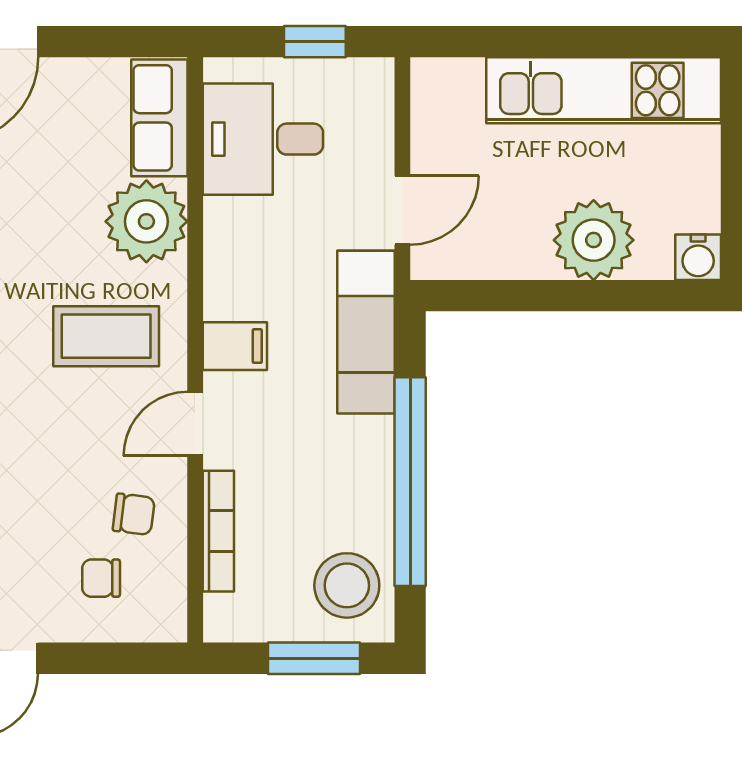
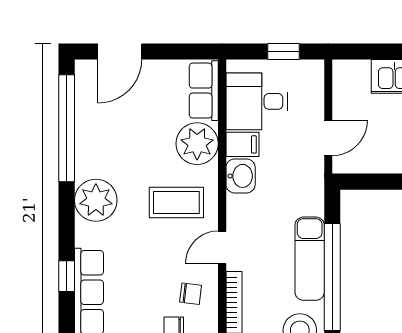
washbasin: (231, 284) -> (241, 176), added
exam couch: (366, 332) -> (310, 259), moved
filing cabinet: (235, 346) -> (242, 144), moved

